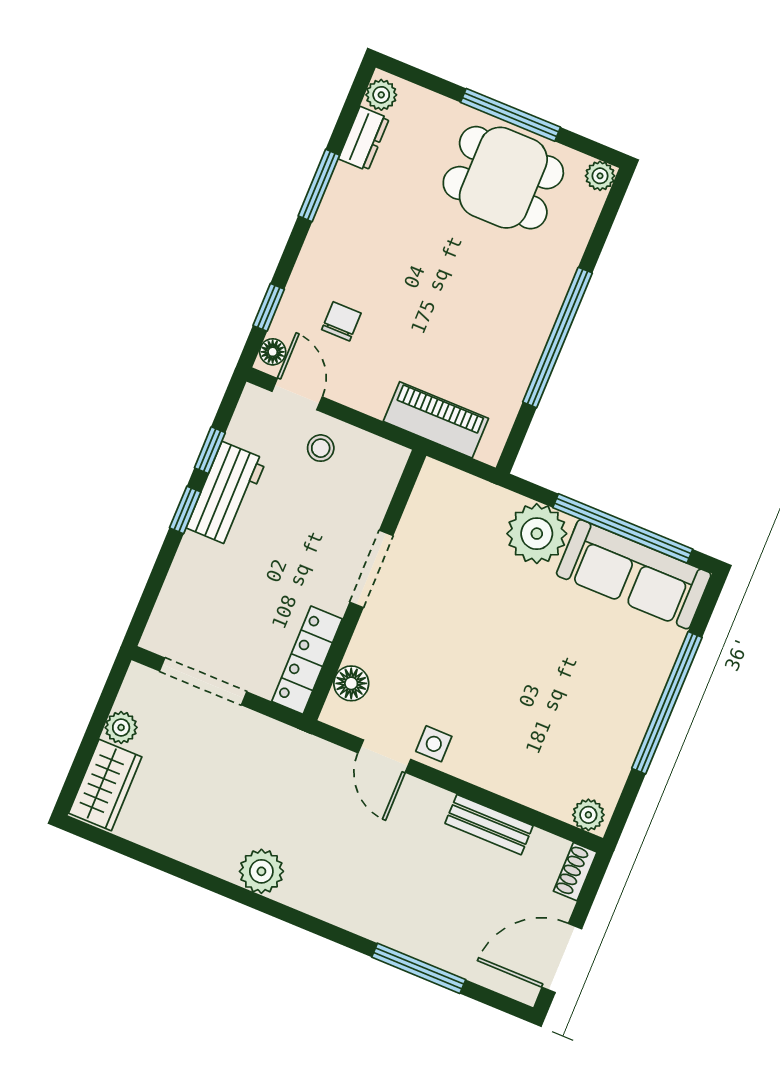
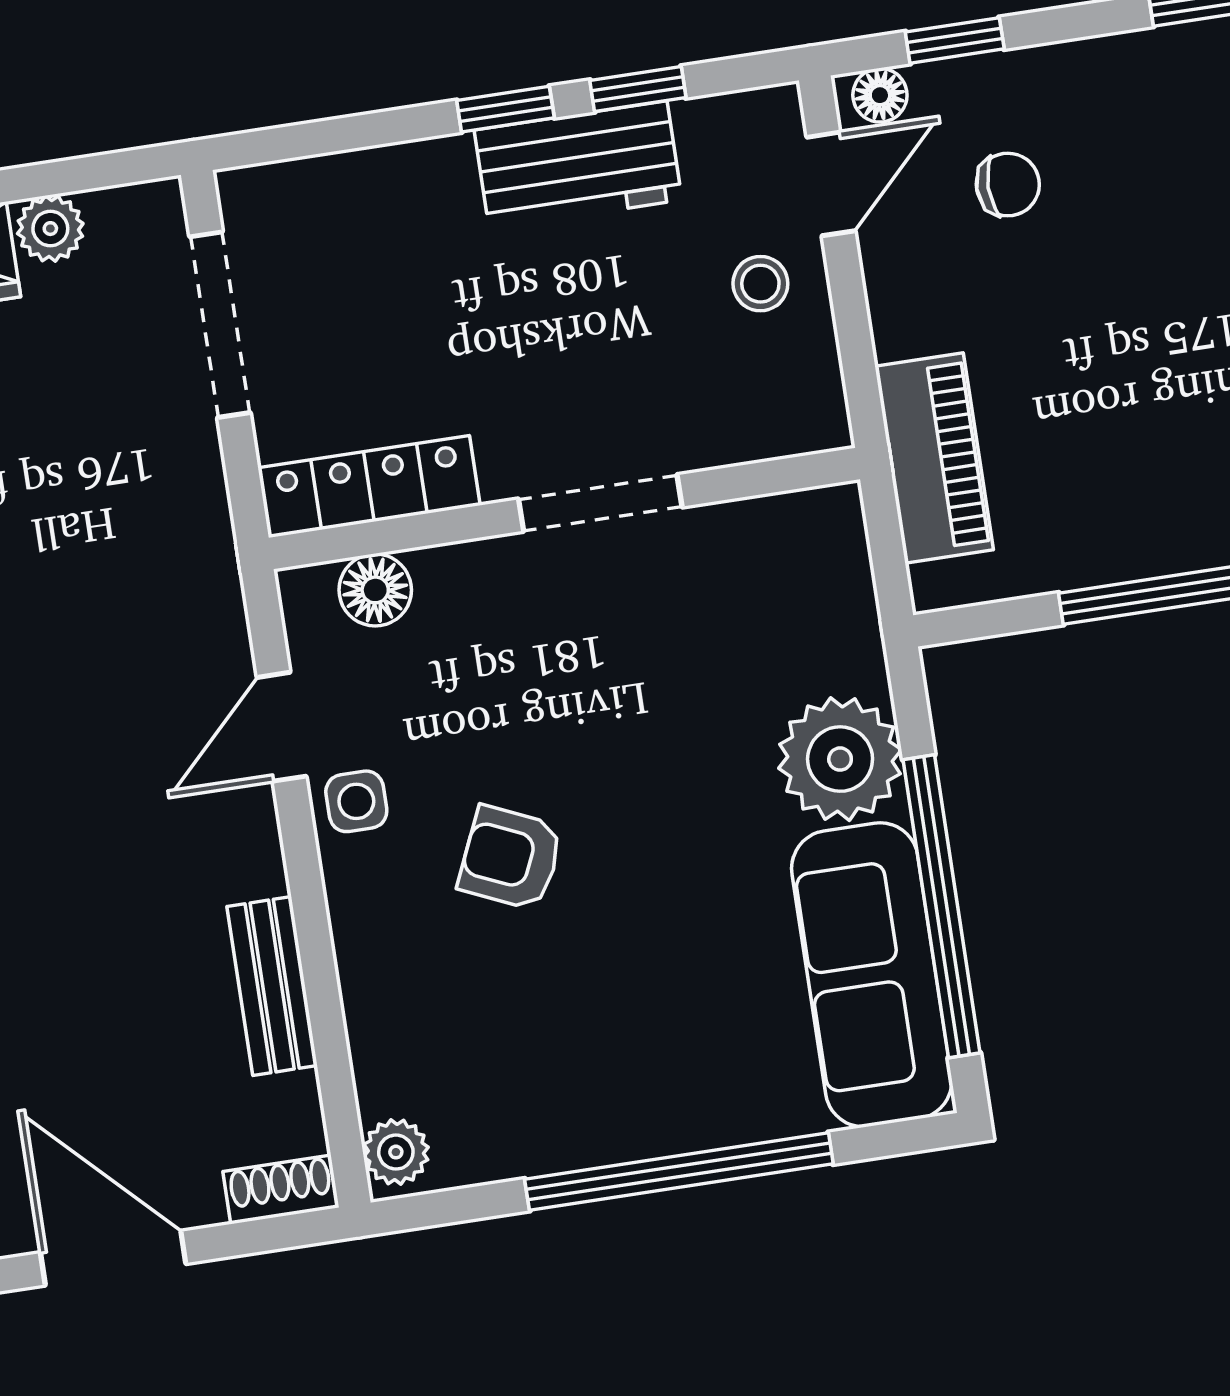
armchair: (496, 694) -> (511, 858), added

